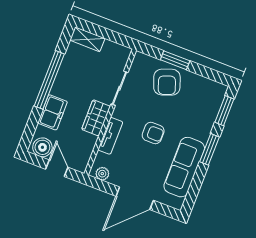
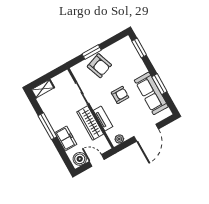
window: (49, 80) -> (47, 126), width x0.68
wardrobe: (96, 118) -> (90, 123), width x1.50
window: (210, 149) -> (159, 84), moved

